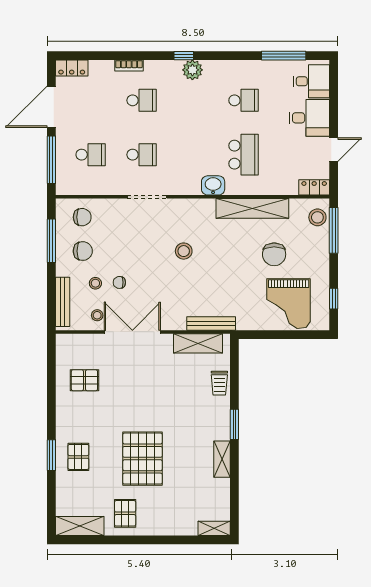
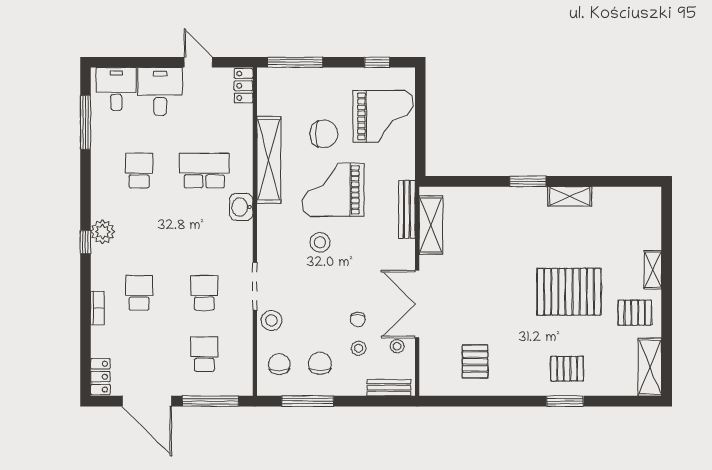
stool: (317, 217) -> (271, 320), moved
grand piano: (227, 262) -> (333, 190), added
bench: (63, 302) -> (389, 388), width x0.73
trolley: (219, 383) -> (479, 200), removed
shelving: (214, 528) -> (653, 270), moved

